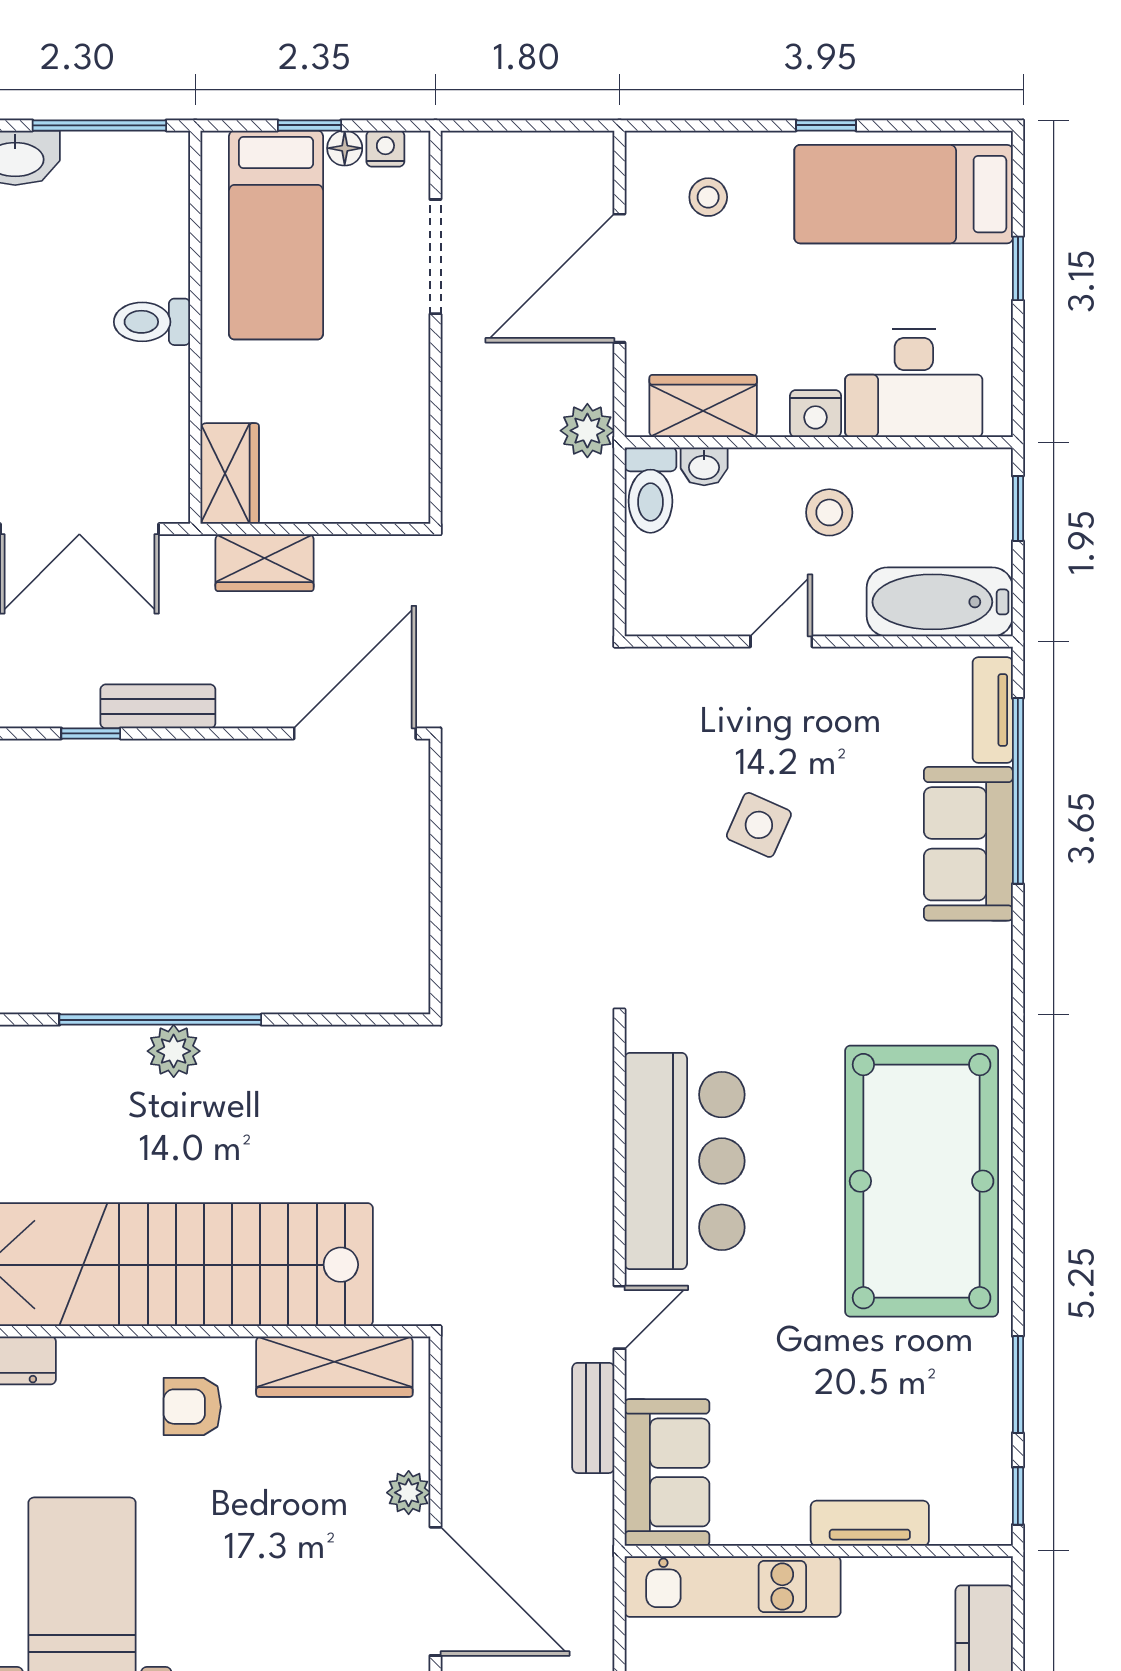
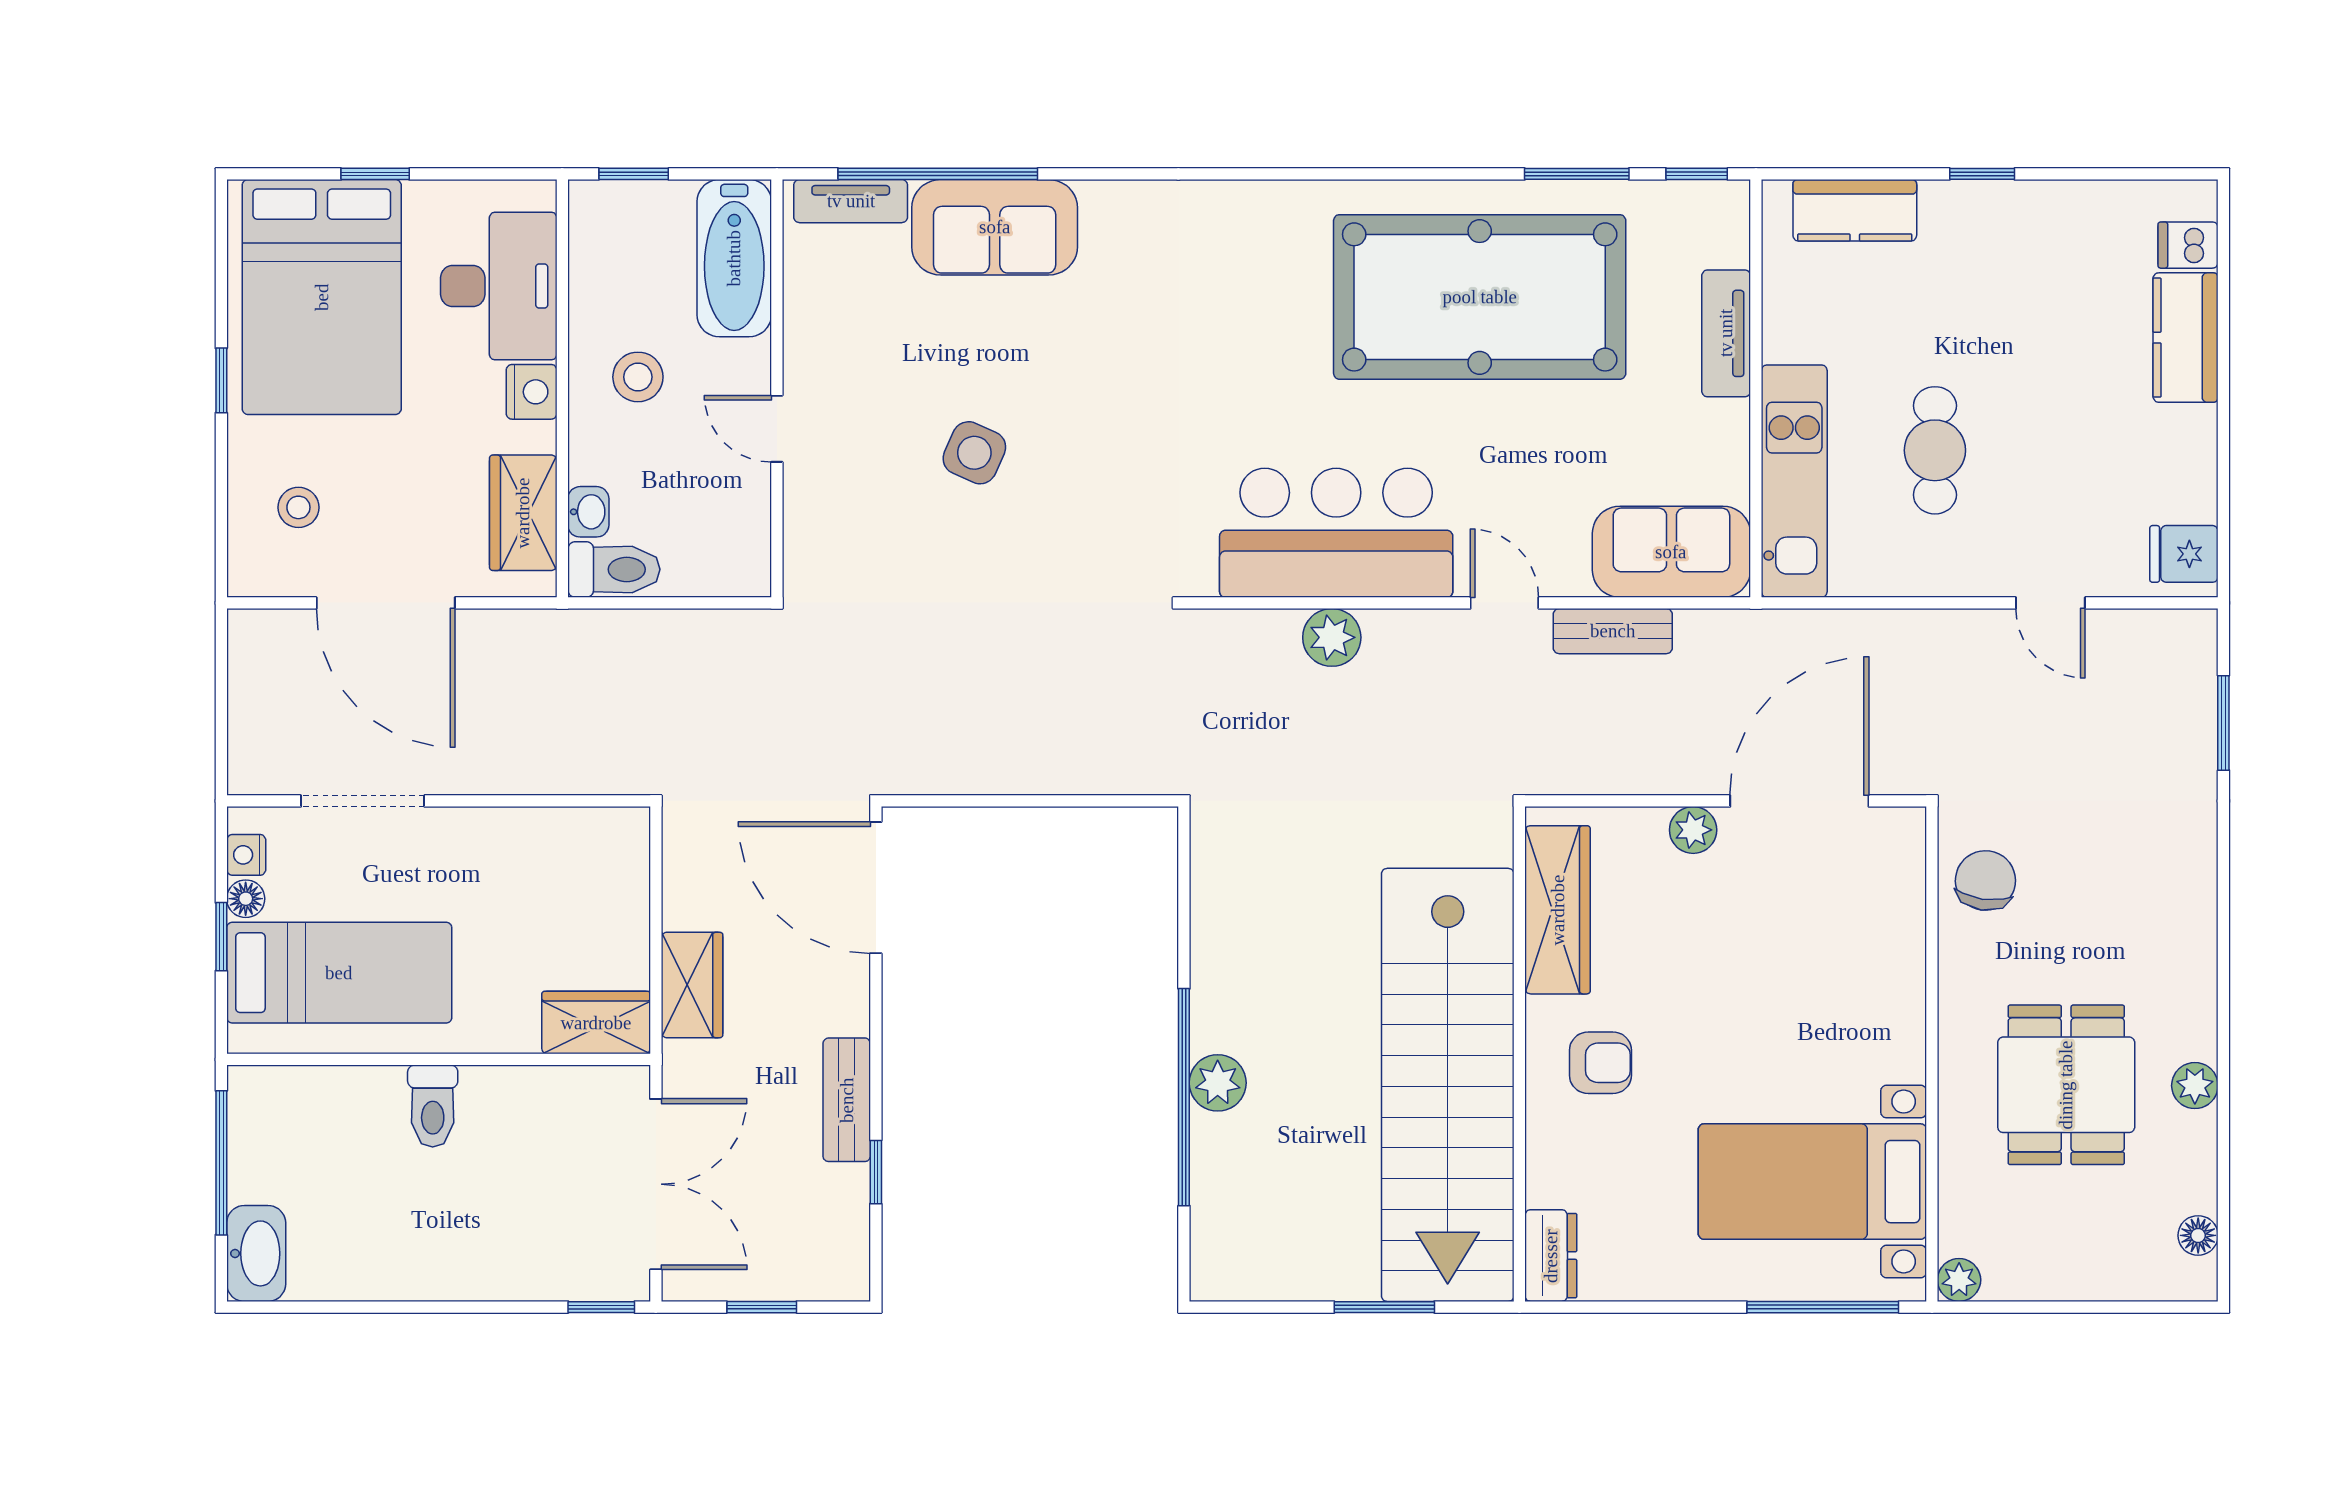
bed: (904, 194) -> (322, 297), width x1.50
plant: (587, 431) -> (1332, 637), moved
pool table: (922, 1181) -> (1480, 297), moved
armchair: (192, 1407) -> (1600, 1063), turned -90

